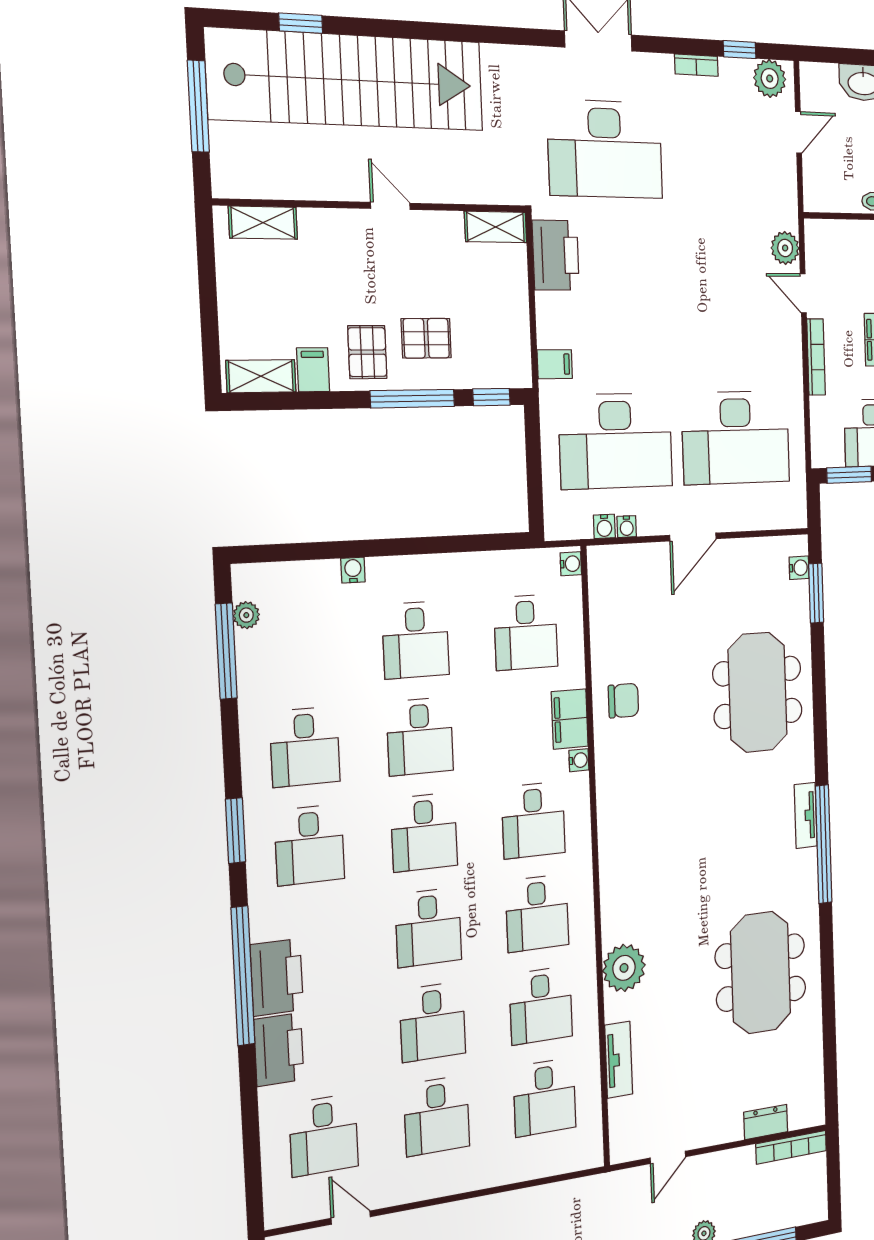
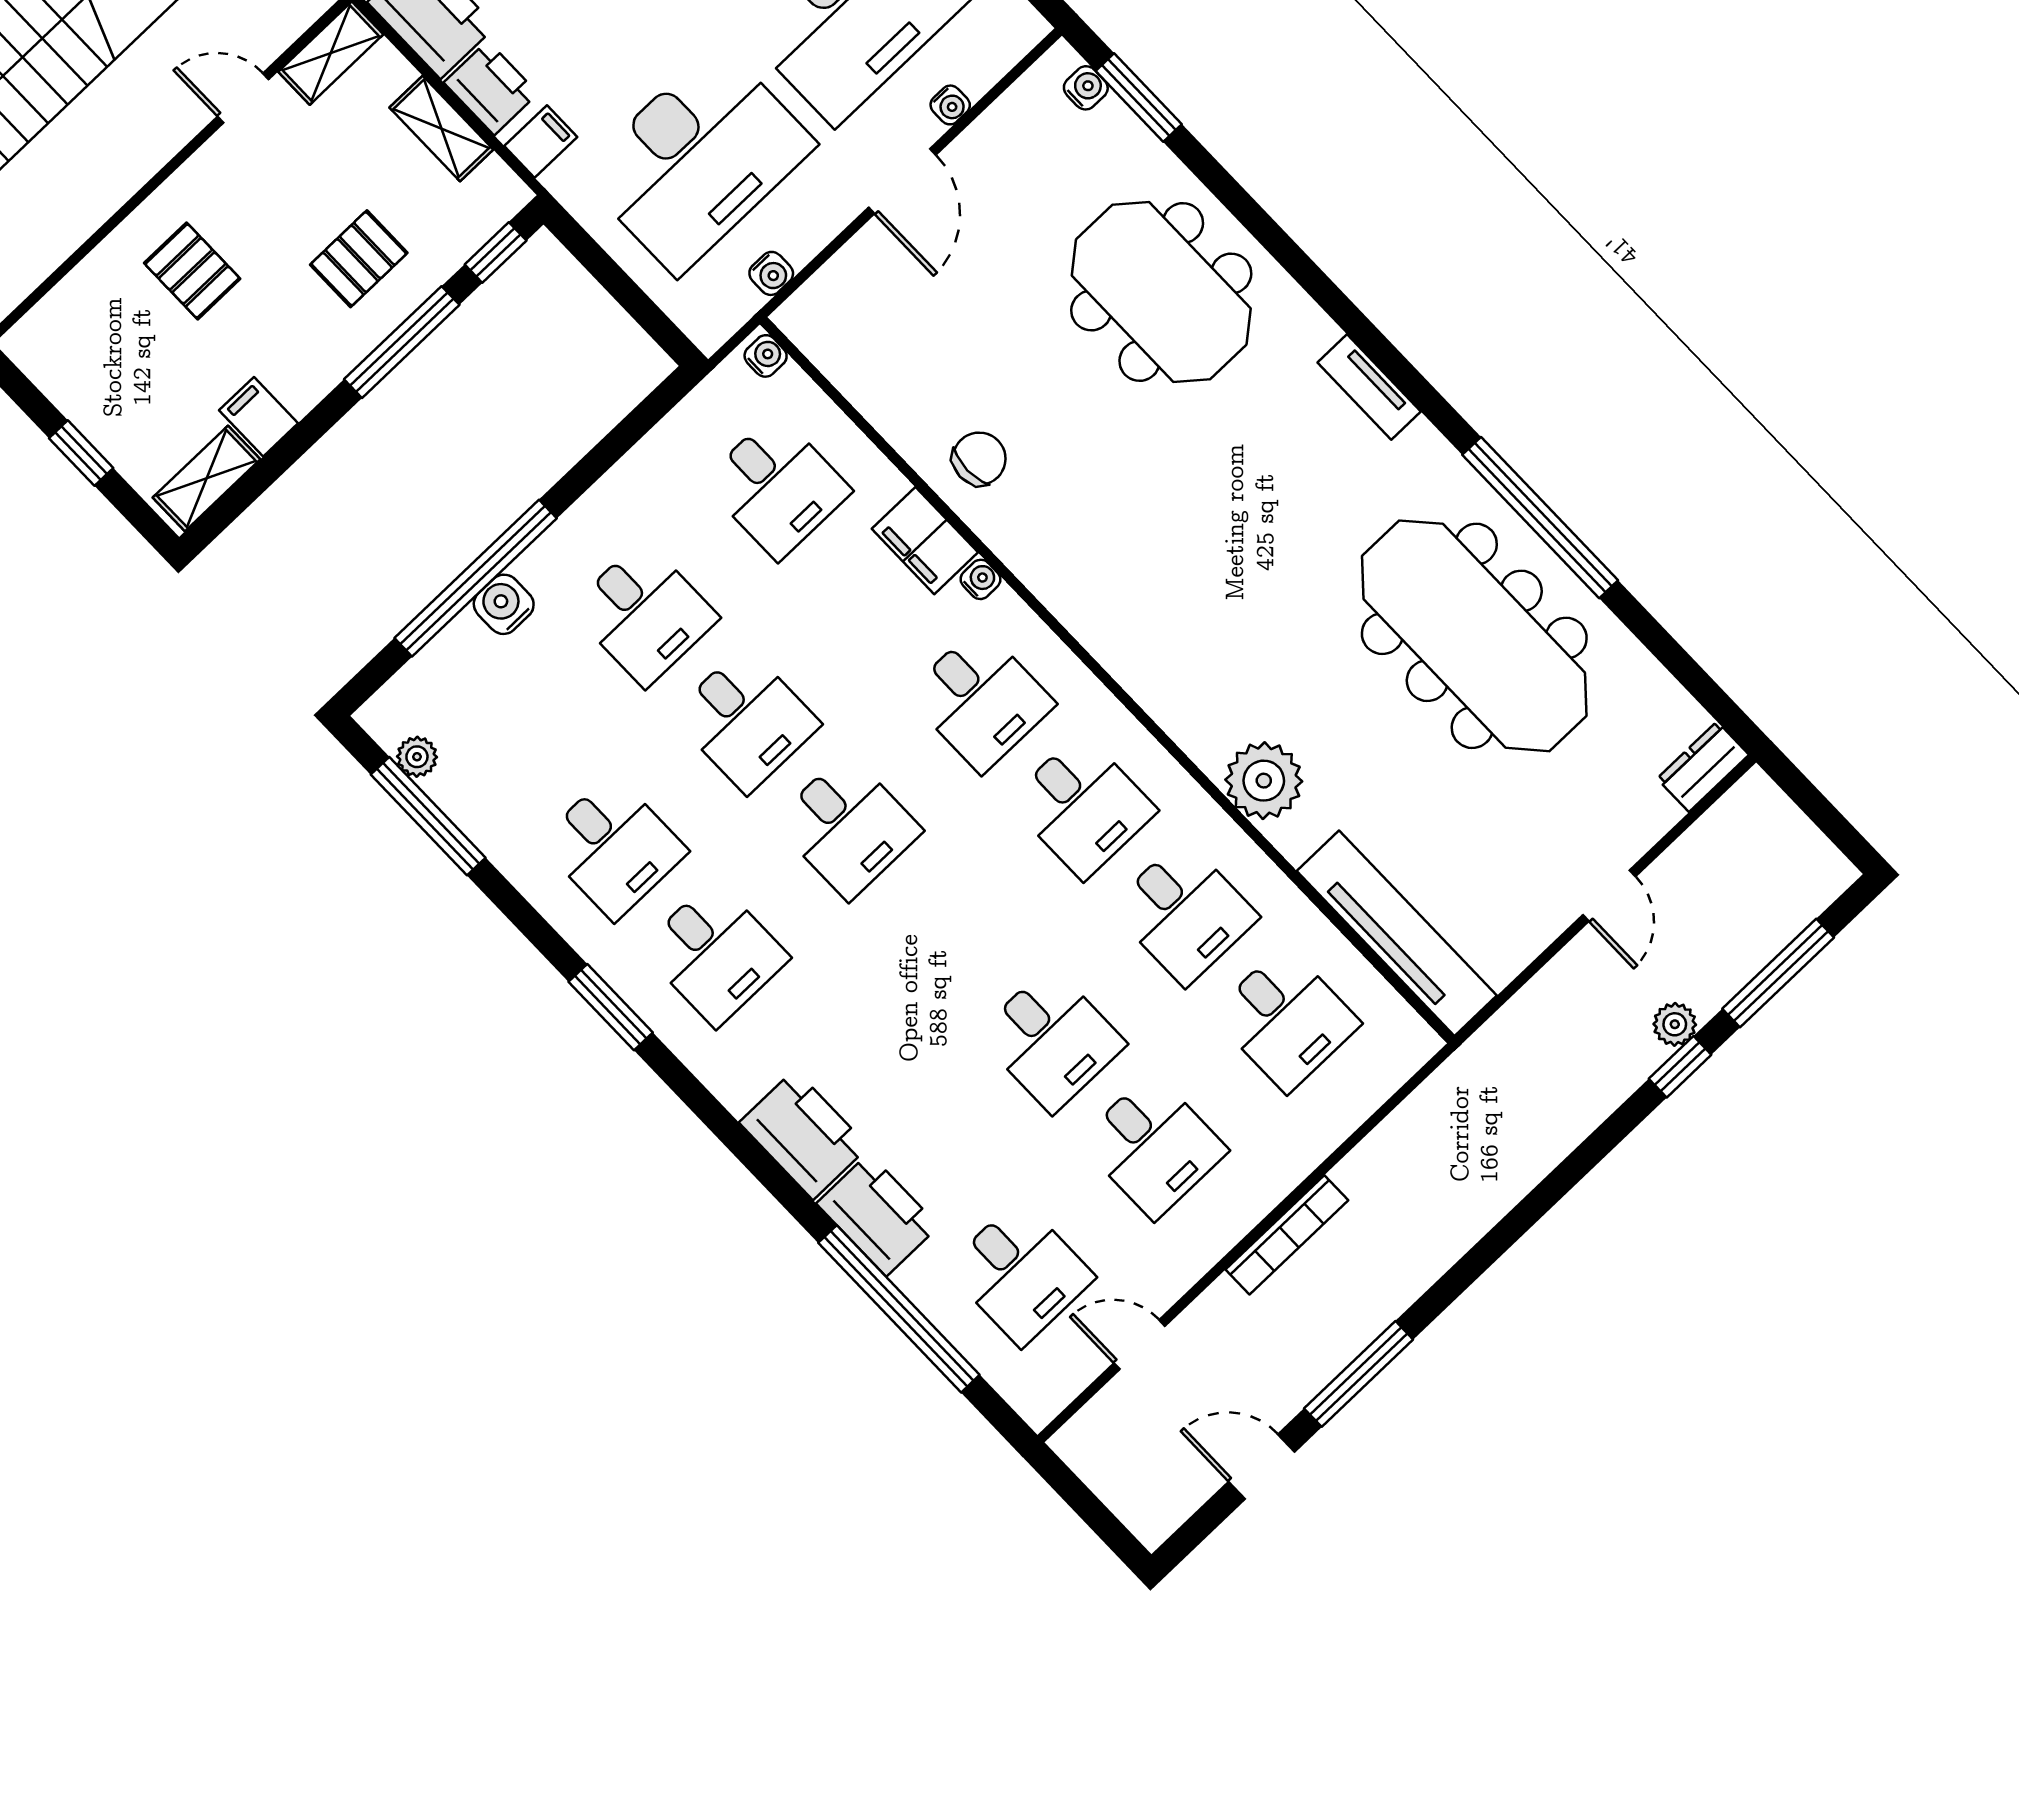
door: (390, 206) -> (243, 98), moved
shelving: (263, 223) -> (441, 128), moved, turned 90
window: (208, 303) -> (81, 453), added
printer: (553, 317) -> (491, 88), added
pallet: (367, 352) -> (192, 271), moved
water cooler: (627, 527) -> (950, 105), moved
window: (351, 549) -> (476, 578), added
water cooler: (353, 570) -> (504, 604), width x1.38, depth x1.38
window: (824, 844) -> (1540, 518), moved
desk: (428, 927) -> (950, 933), removed
meeting table: (761, 972) -> (1474, 636), width x1.36
window: (243, 976) -> (899, 1309), moved
tv unit: (619, 1060) -> (1397, 933), width x1.92, depth x1.29
dresser: (766, 1122) -> (1703, 767), moved
bookcase: (791, 1147) -> (1287, 1235), moved
door: (668, 1157) -> (1609, 896), moved

